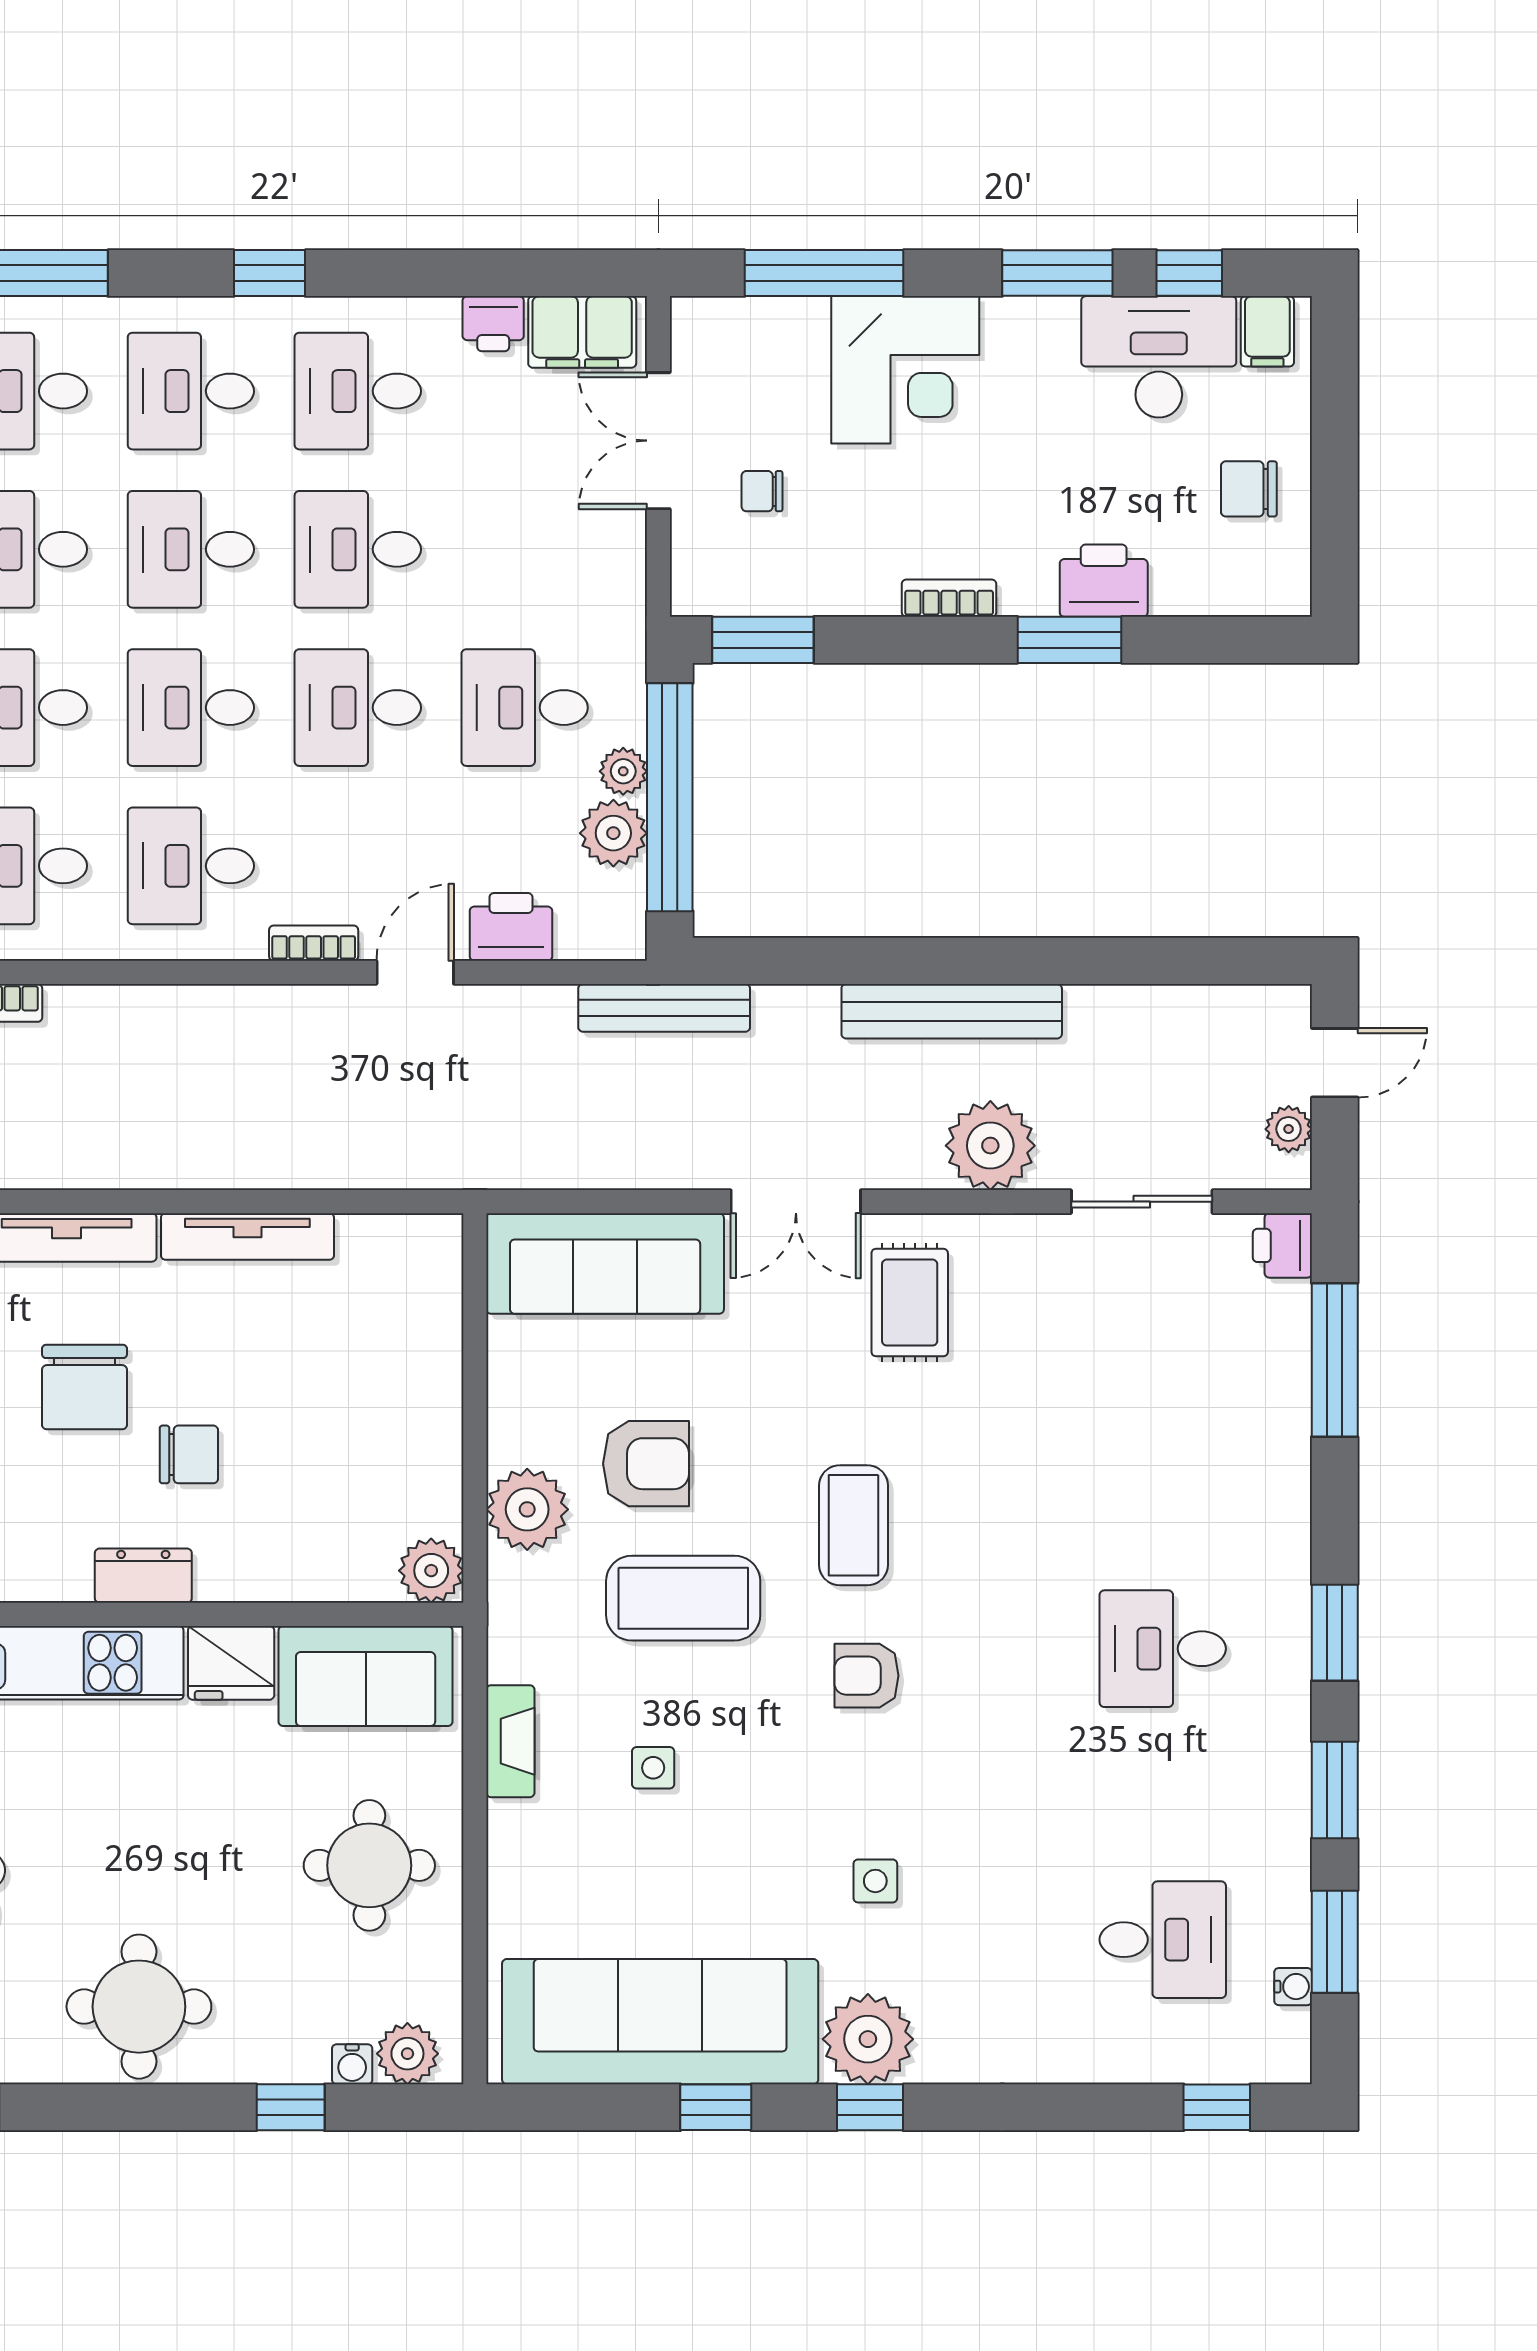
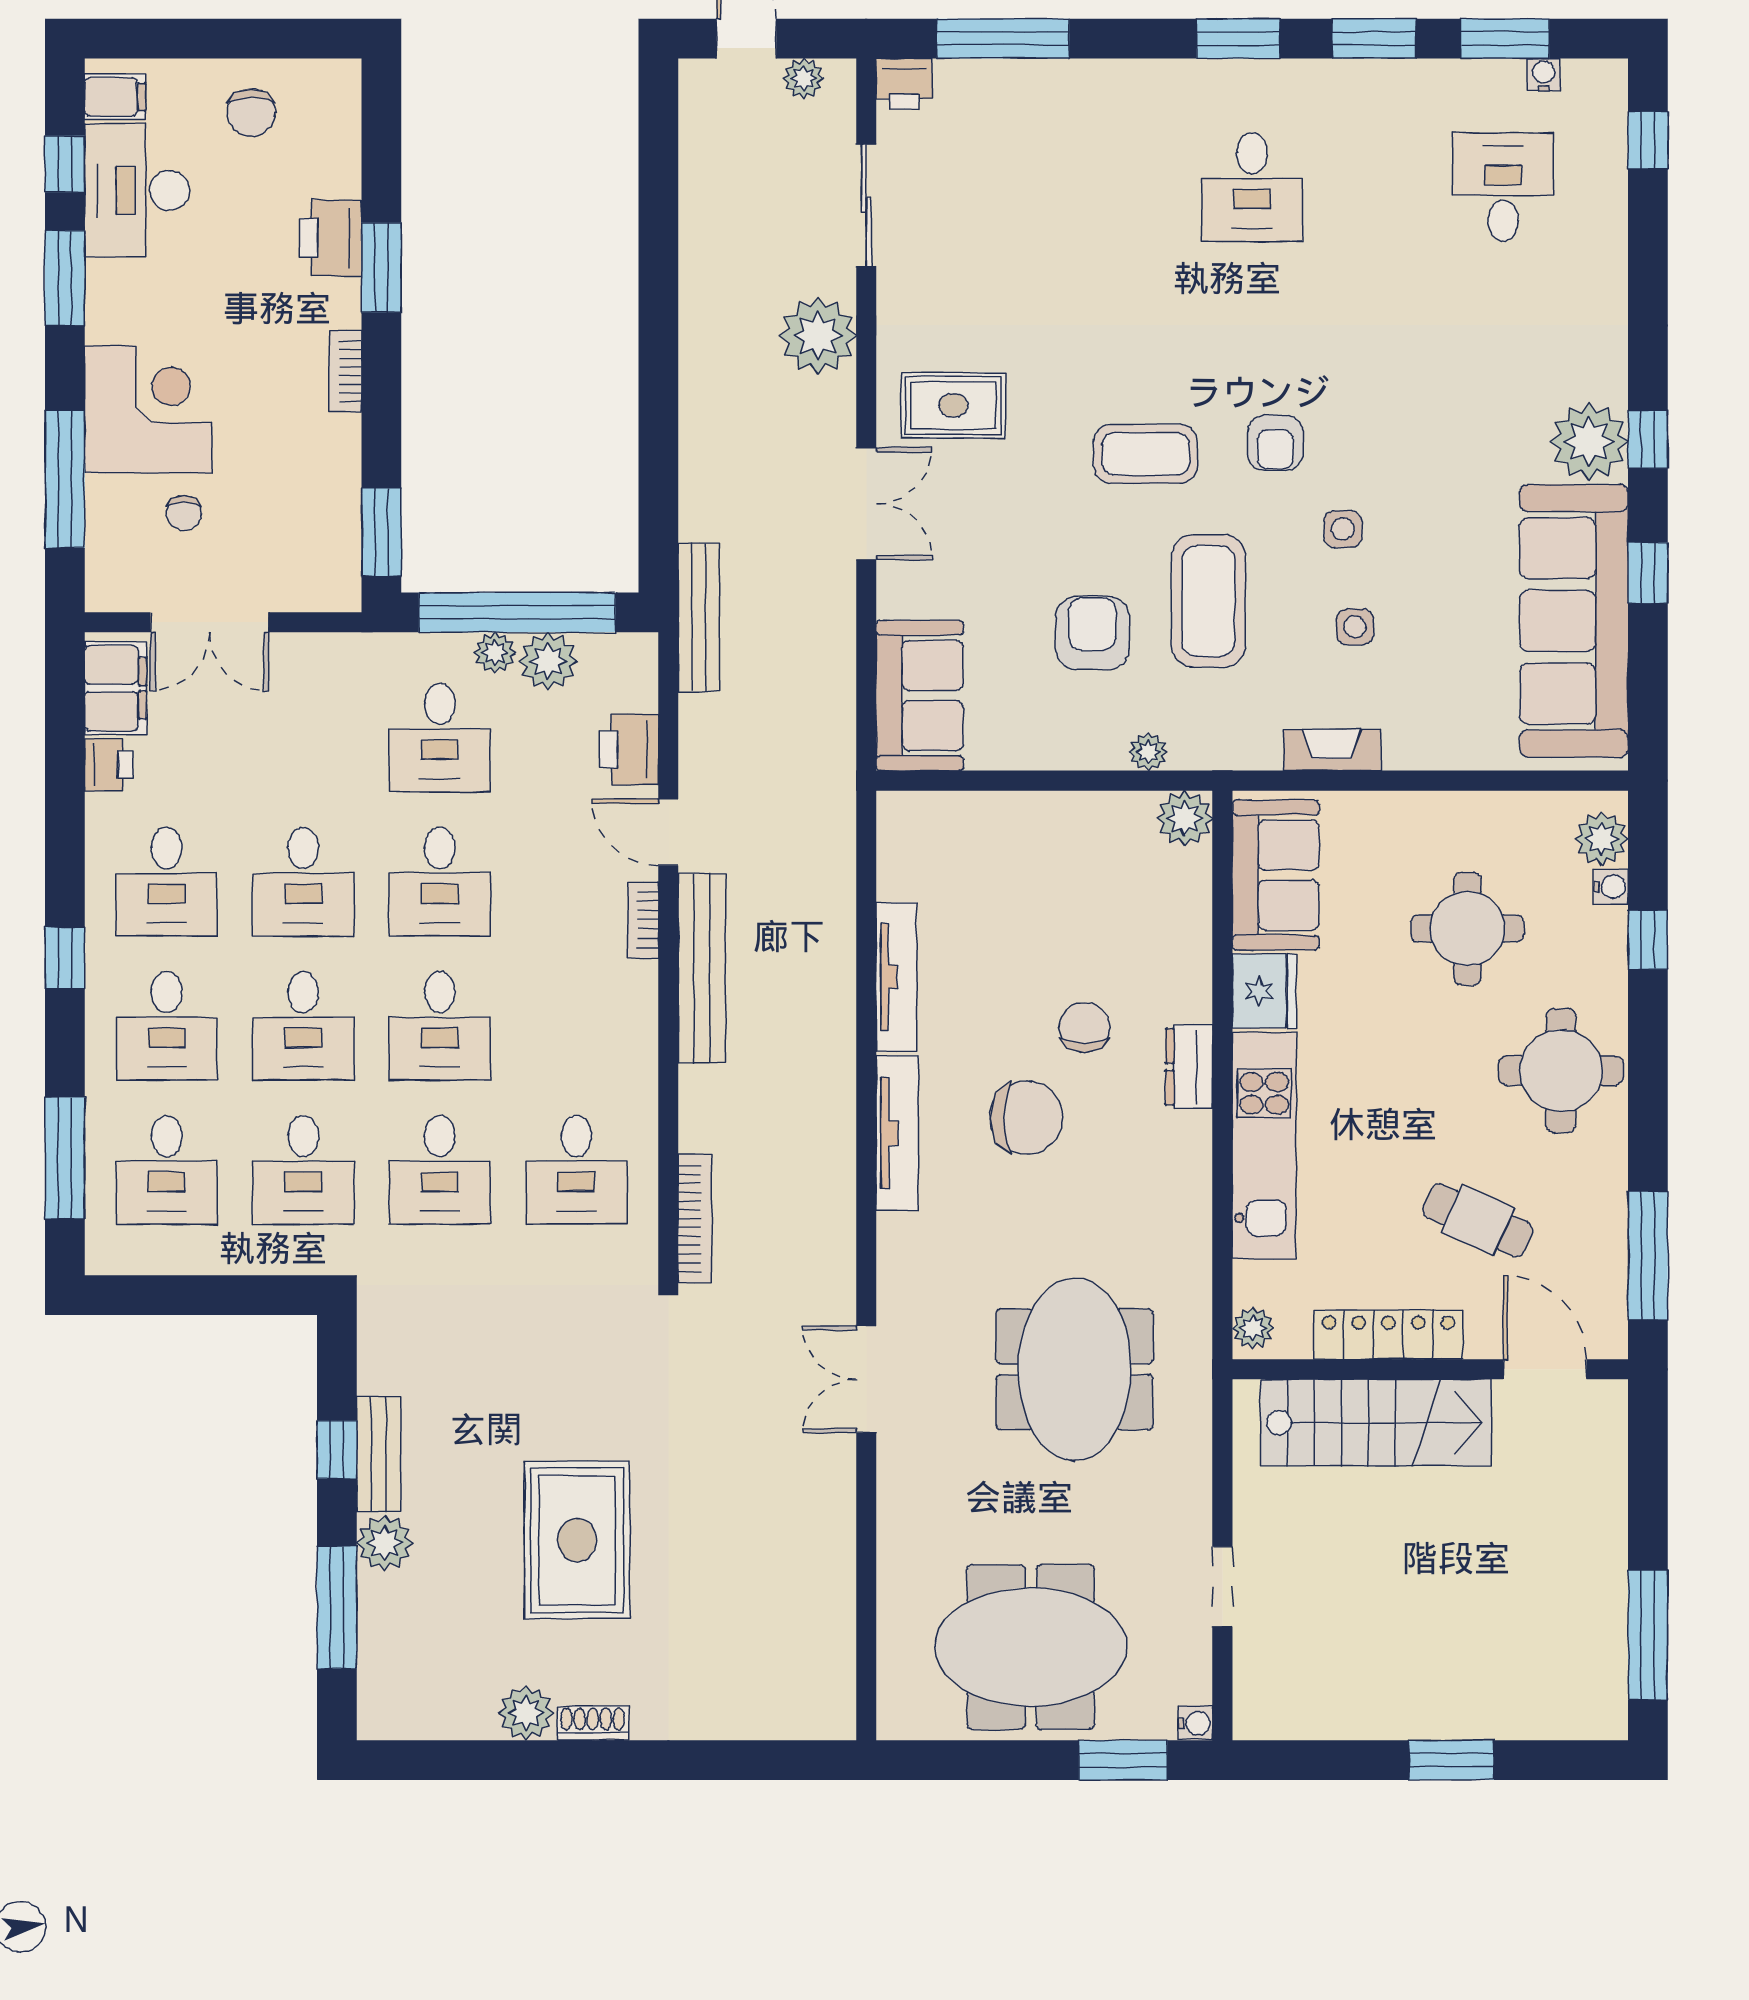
chair: (762, 491) -> (184, 513), moved
desk: (191, 866) -> (576, 1026), removed
bench: (952, 1011) -> (702, 968), moved
sofa: (605, 1264) -> (920, 695), width x0.73
plant: (527, 1509) -> (1148, 752), width x0.53, depth x0.53
round table: (369, 1865) -> (1467, 928), moved
side table: (875, 1881) -> (1343, 529), moved

